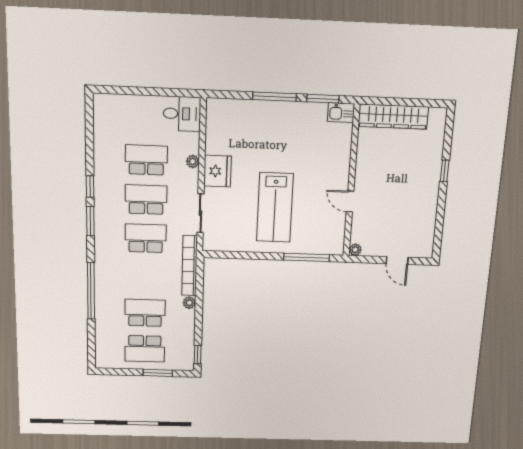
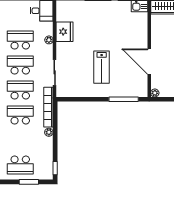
fridge: (217, 171) -> (65, 32), moved
door: (350, 202) -> (149, 62), width x1.88
lab bench: (275, 207) -> (102, 67), width x0.73, depth x0.72
school desk: (145, 313) -> (20, 115), moved

